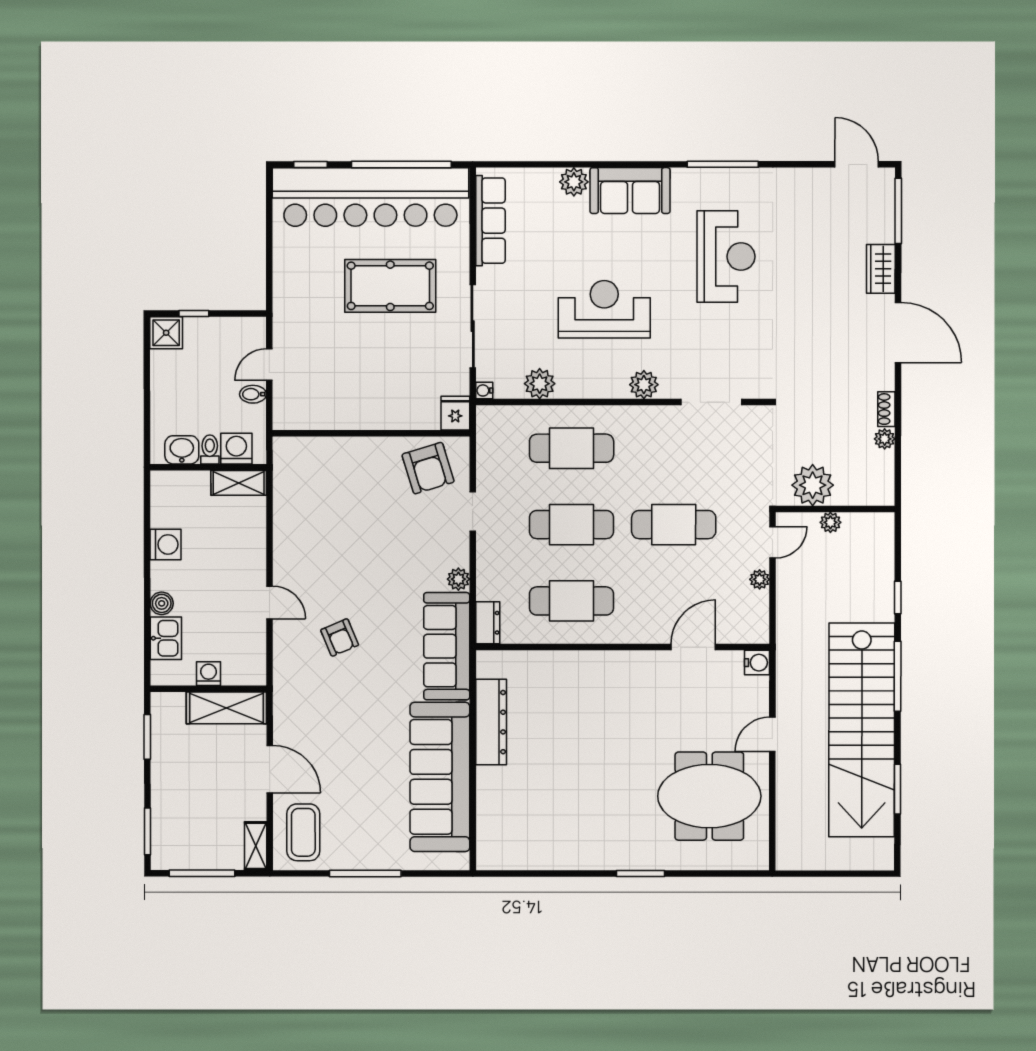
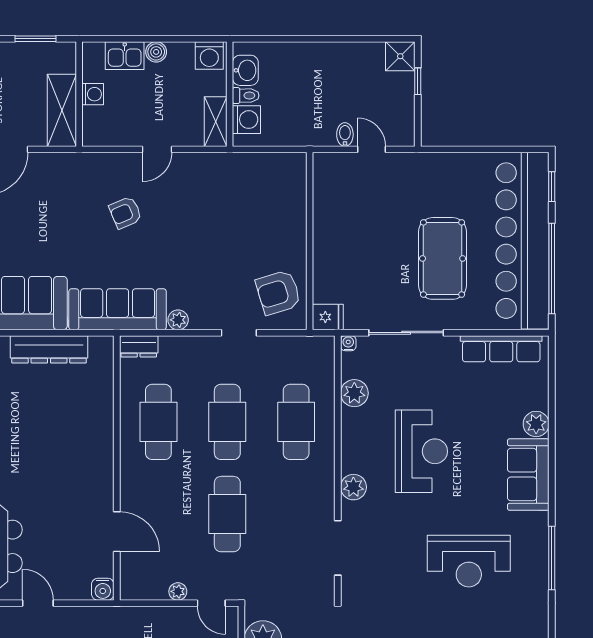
washing machine: (236, 449) -> (246, 120), moved
washbasin: (182, 450) -> (245, 70), moved
toilet: (210, 450) -> (246, 96), moved
wall: (208, 467) -> (230, 94), moved
shelving: (239, 483) -> (216, 122), moved

